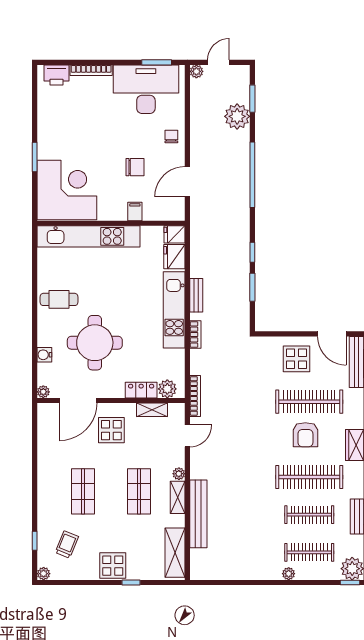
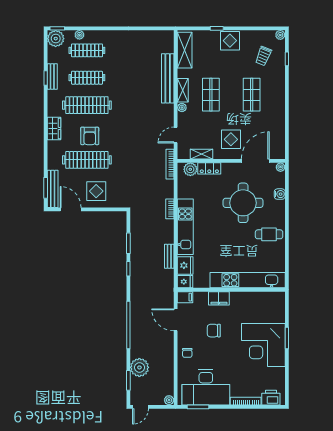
door: (218, 62) -> (141, 407), moved
door: (187, 182) -> (176, 320), swing flipped
corner desk: (67, 190) -> (263, 345), moved
filing cabinet: (135, 211) -> (219, 298), width x2.00
filing cabinet: (175, 213) -> (185, 297), added
bench: (196, 295) -> (169, 256), moved
armchair: (305, 435) -> (90, 136), turned 180
plant: (289, 574) -> (79, 35), moved

